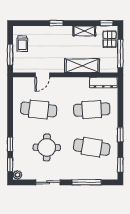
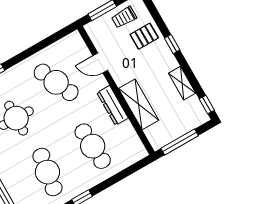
pallet: (110, 39) -> (144, 36), moved
dresser: (103, 82) -> (113, 105), moved
cafe table: (39, 110) -> (56, 82), turned -30

